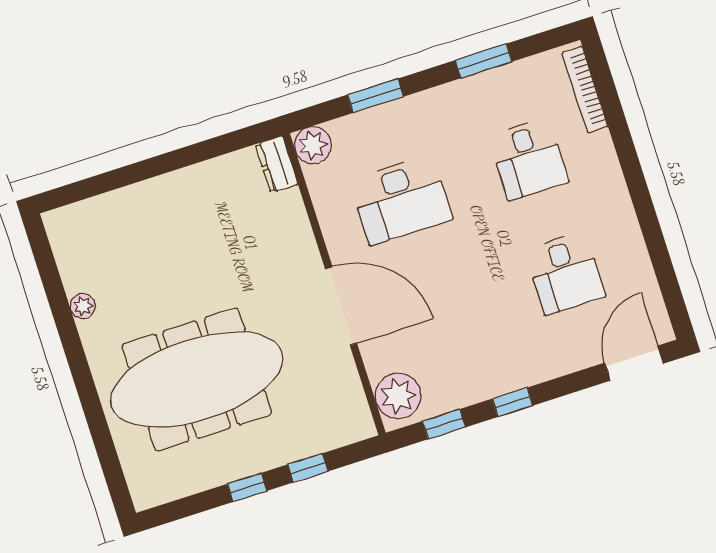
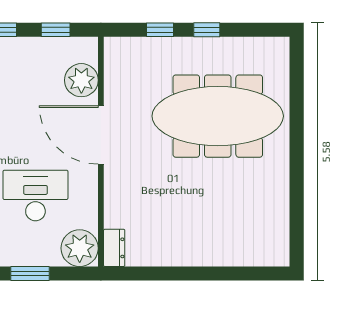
plant: (313, 145) -> (80, 248), width x1.36, depth x1.36
plant: (83, 306) -> (281, 193), removed
plant: (398, 396) -> (81, 80), moved

